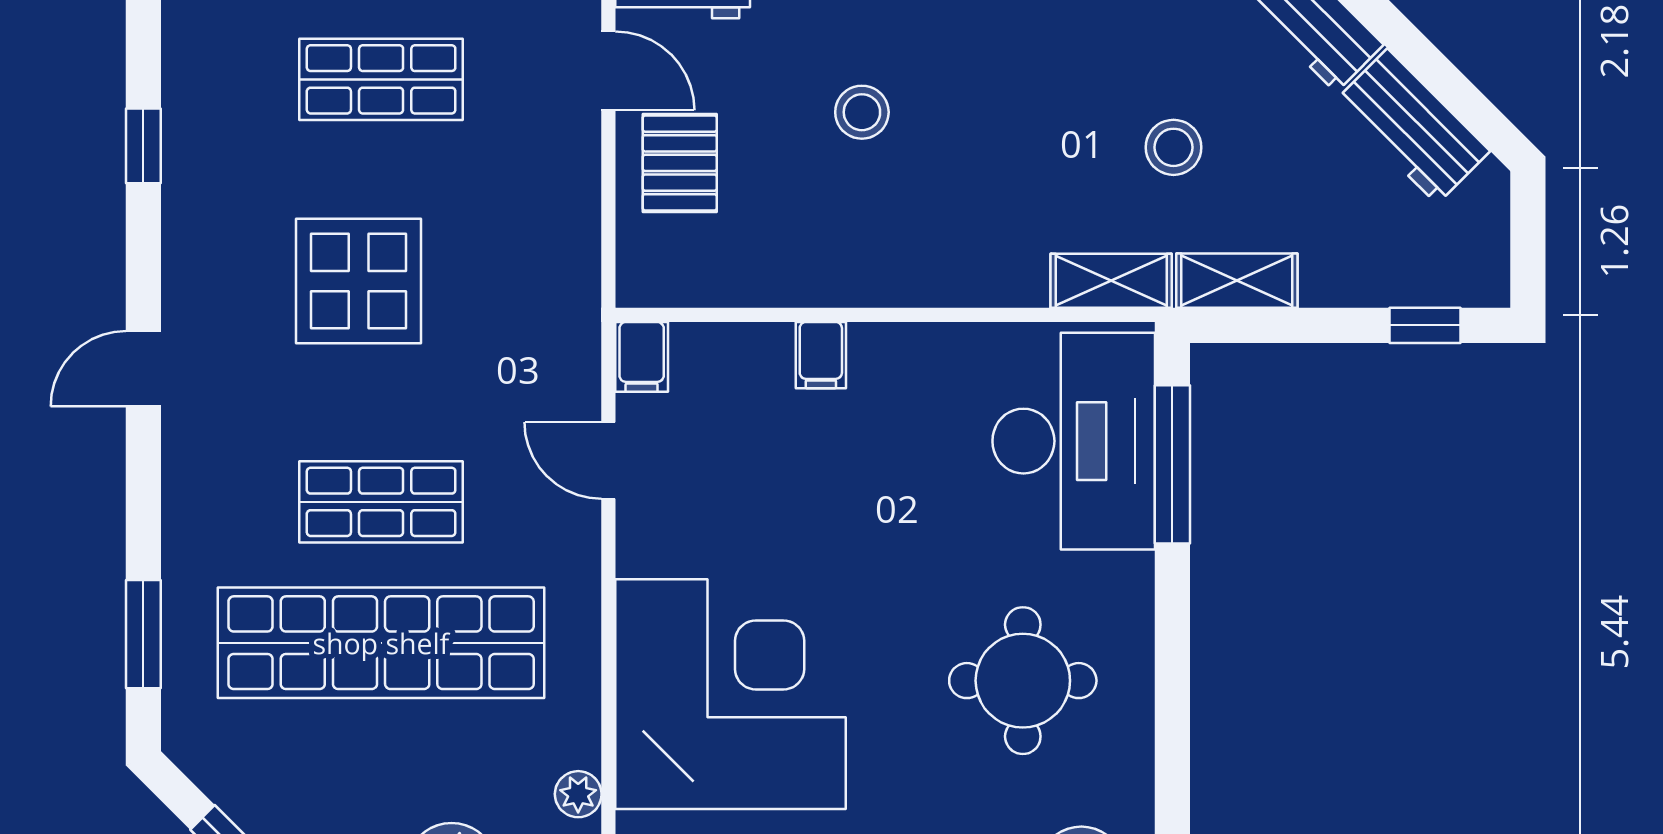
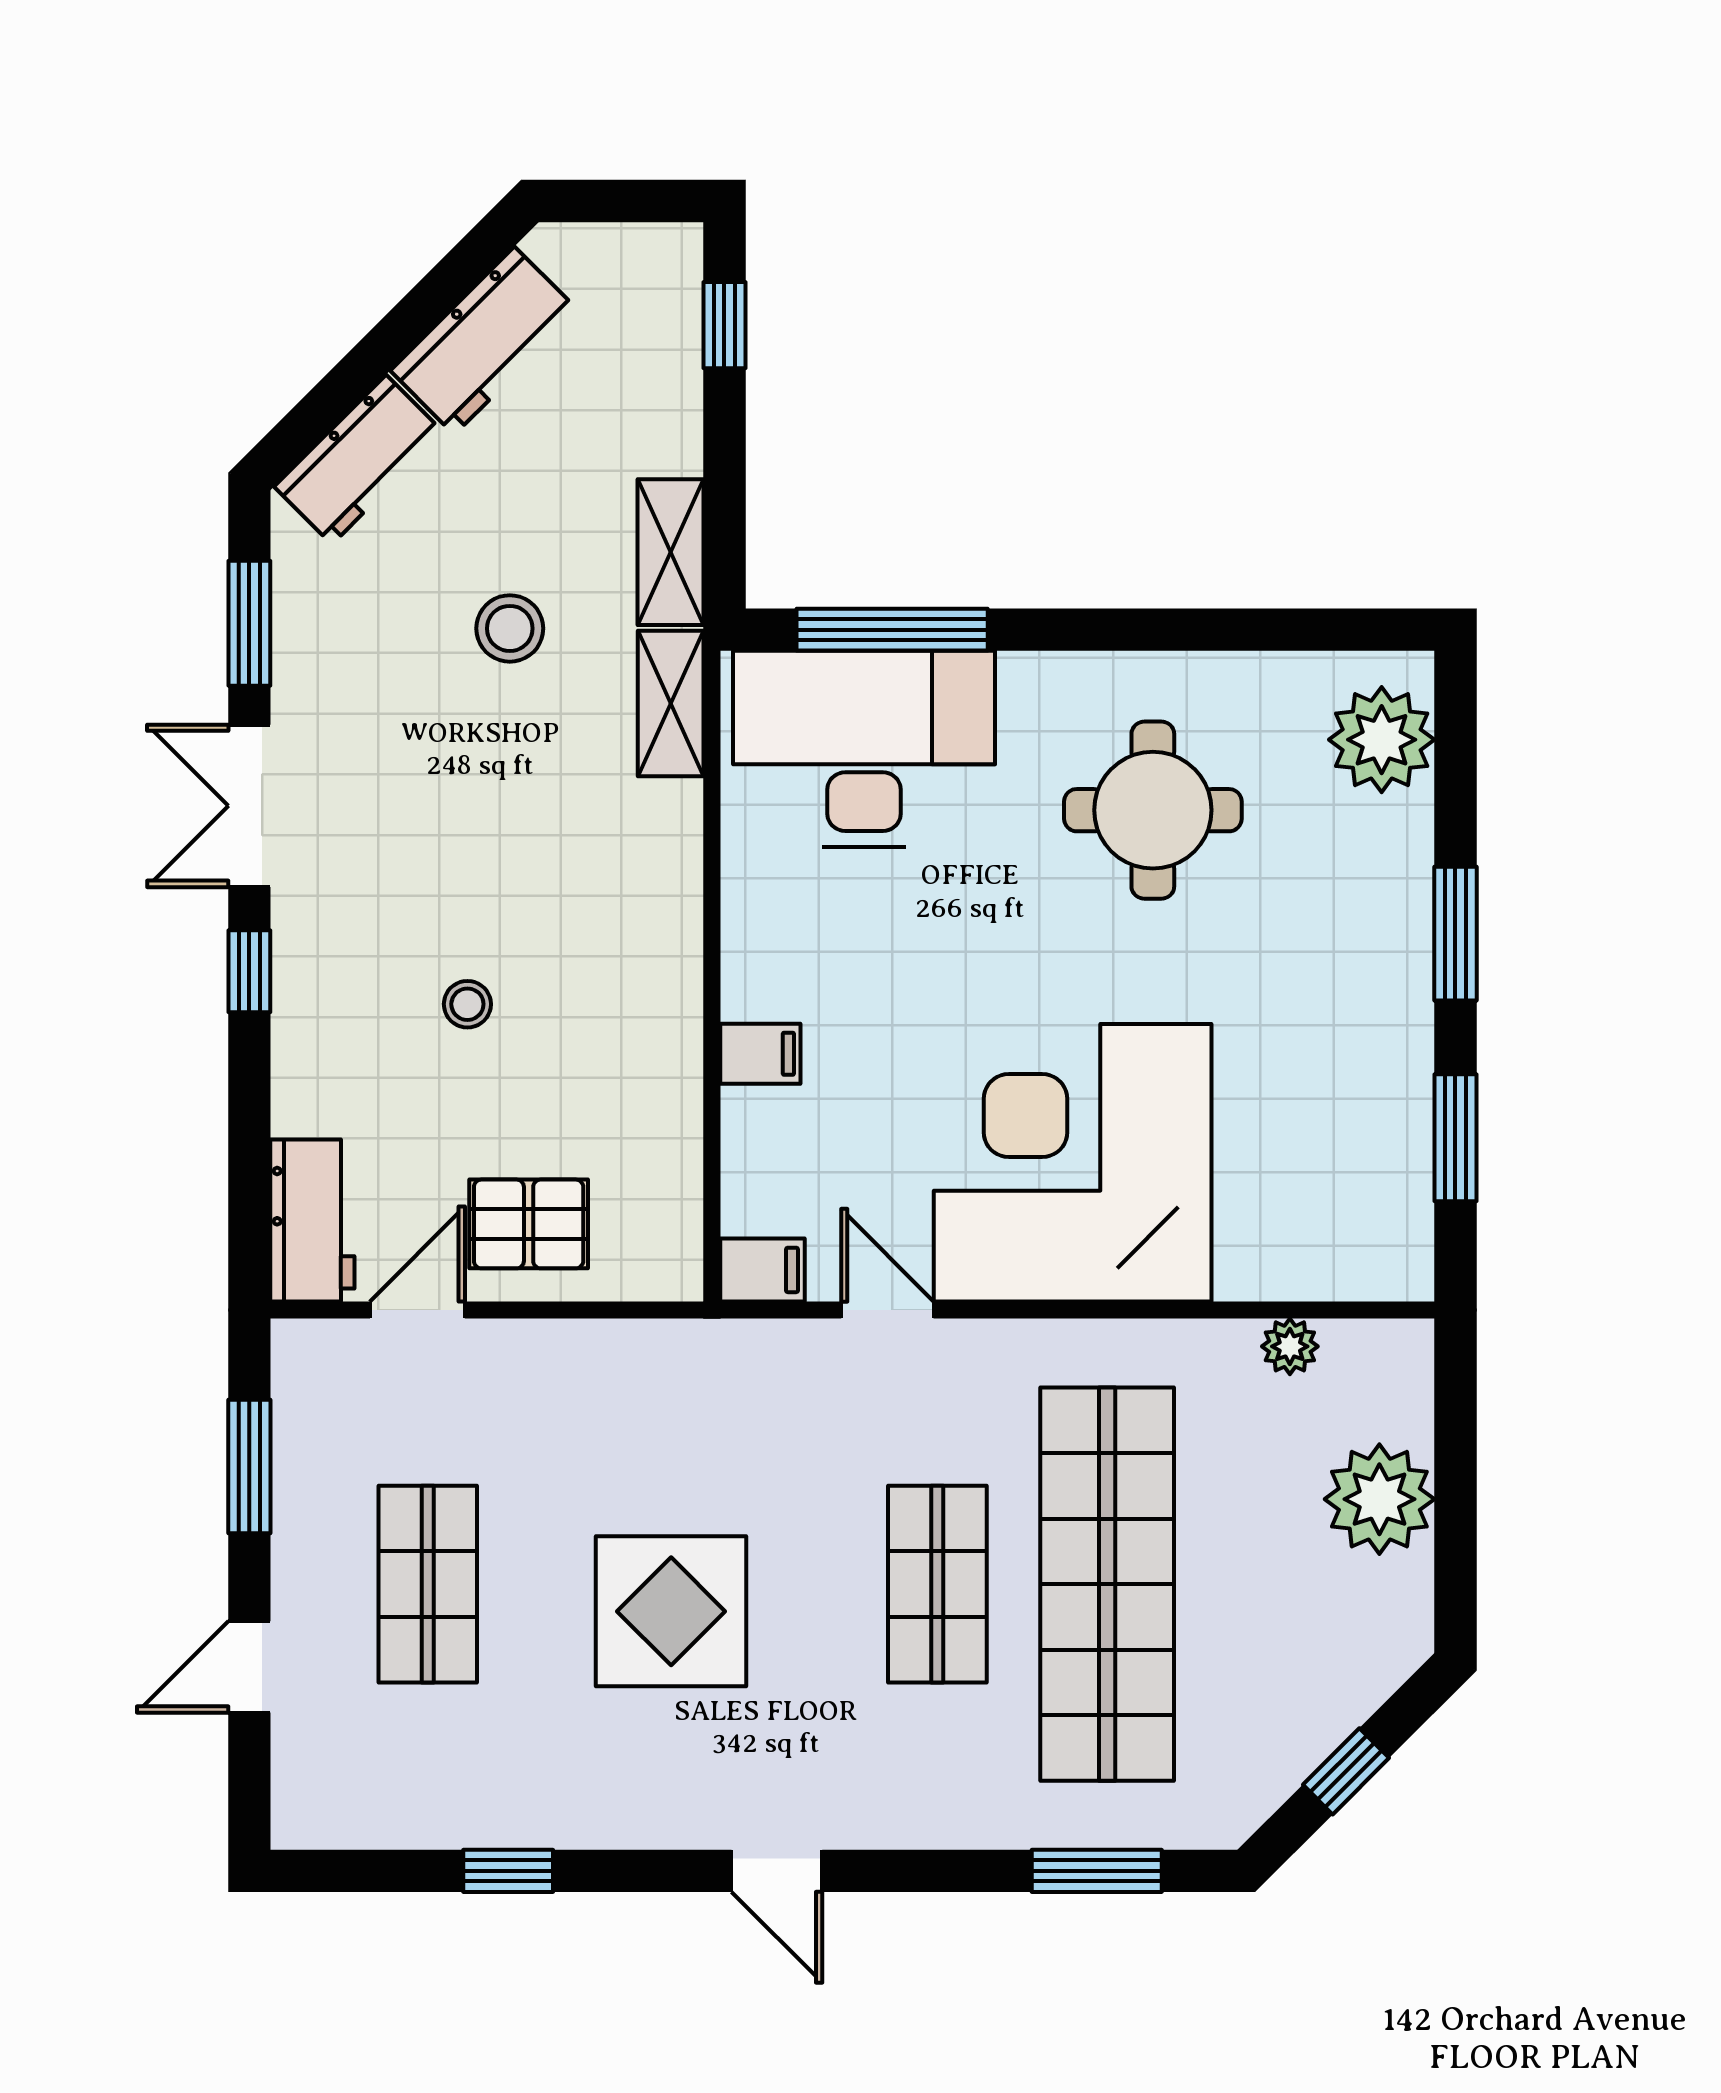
stool: (862, 112) -> (467, 1004), width x0.73, depth x0.73
door: (608, 460) -> (887, 1310), swing flipped
corner desk: (730, 694) -> (1073, 1163), moved

